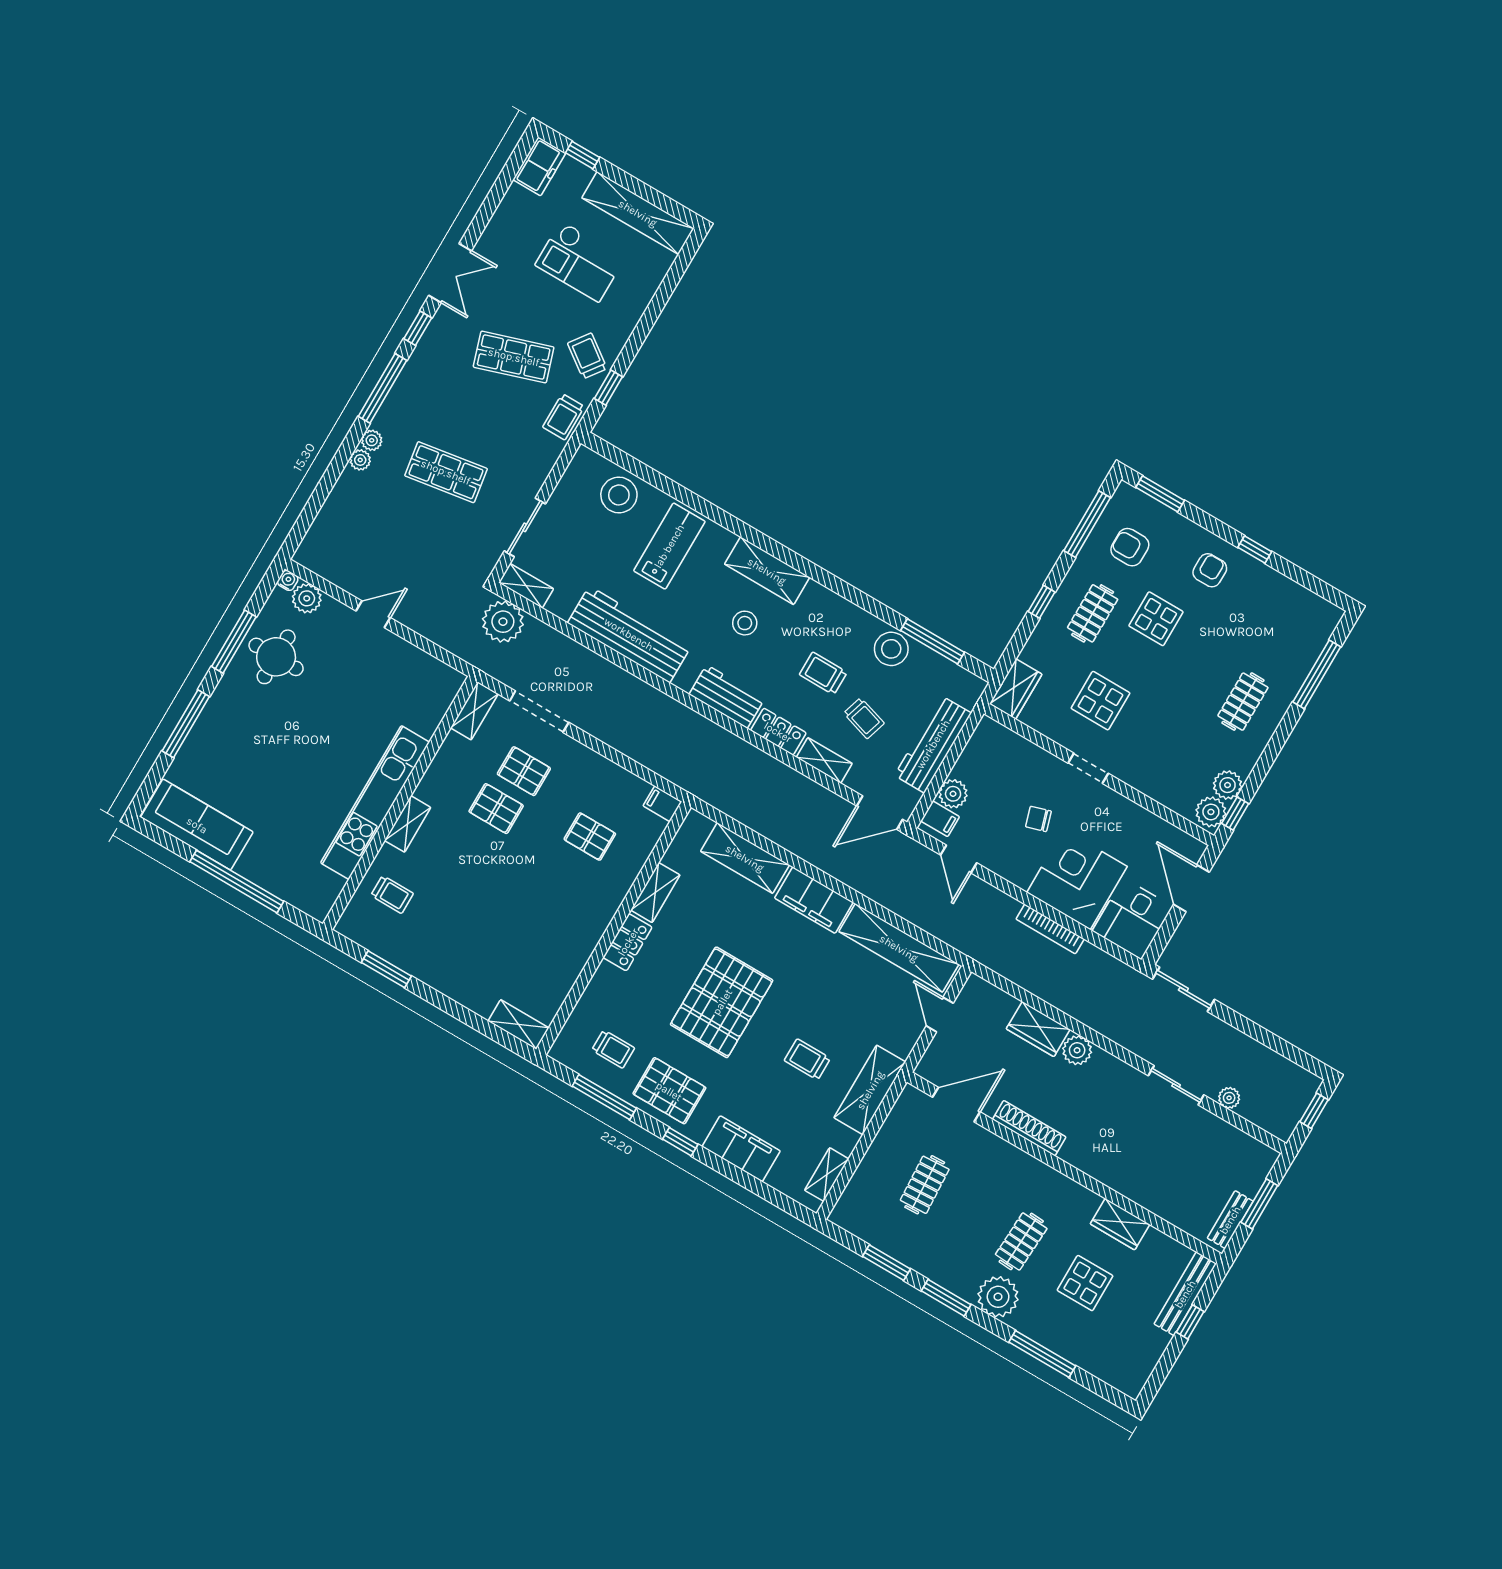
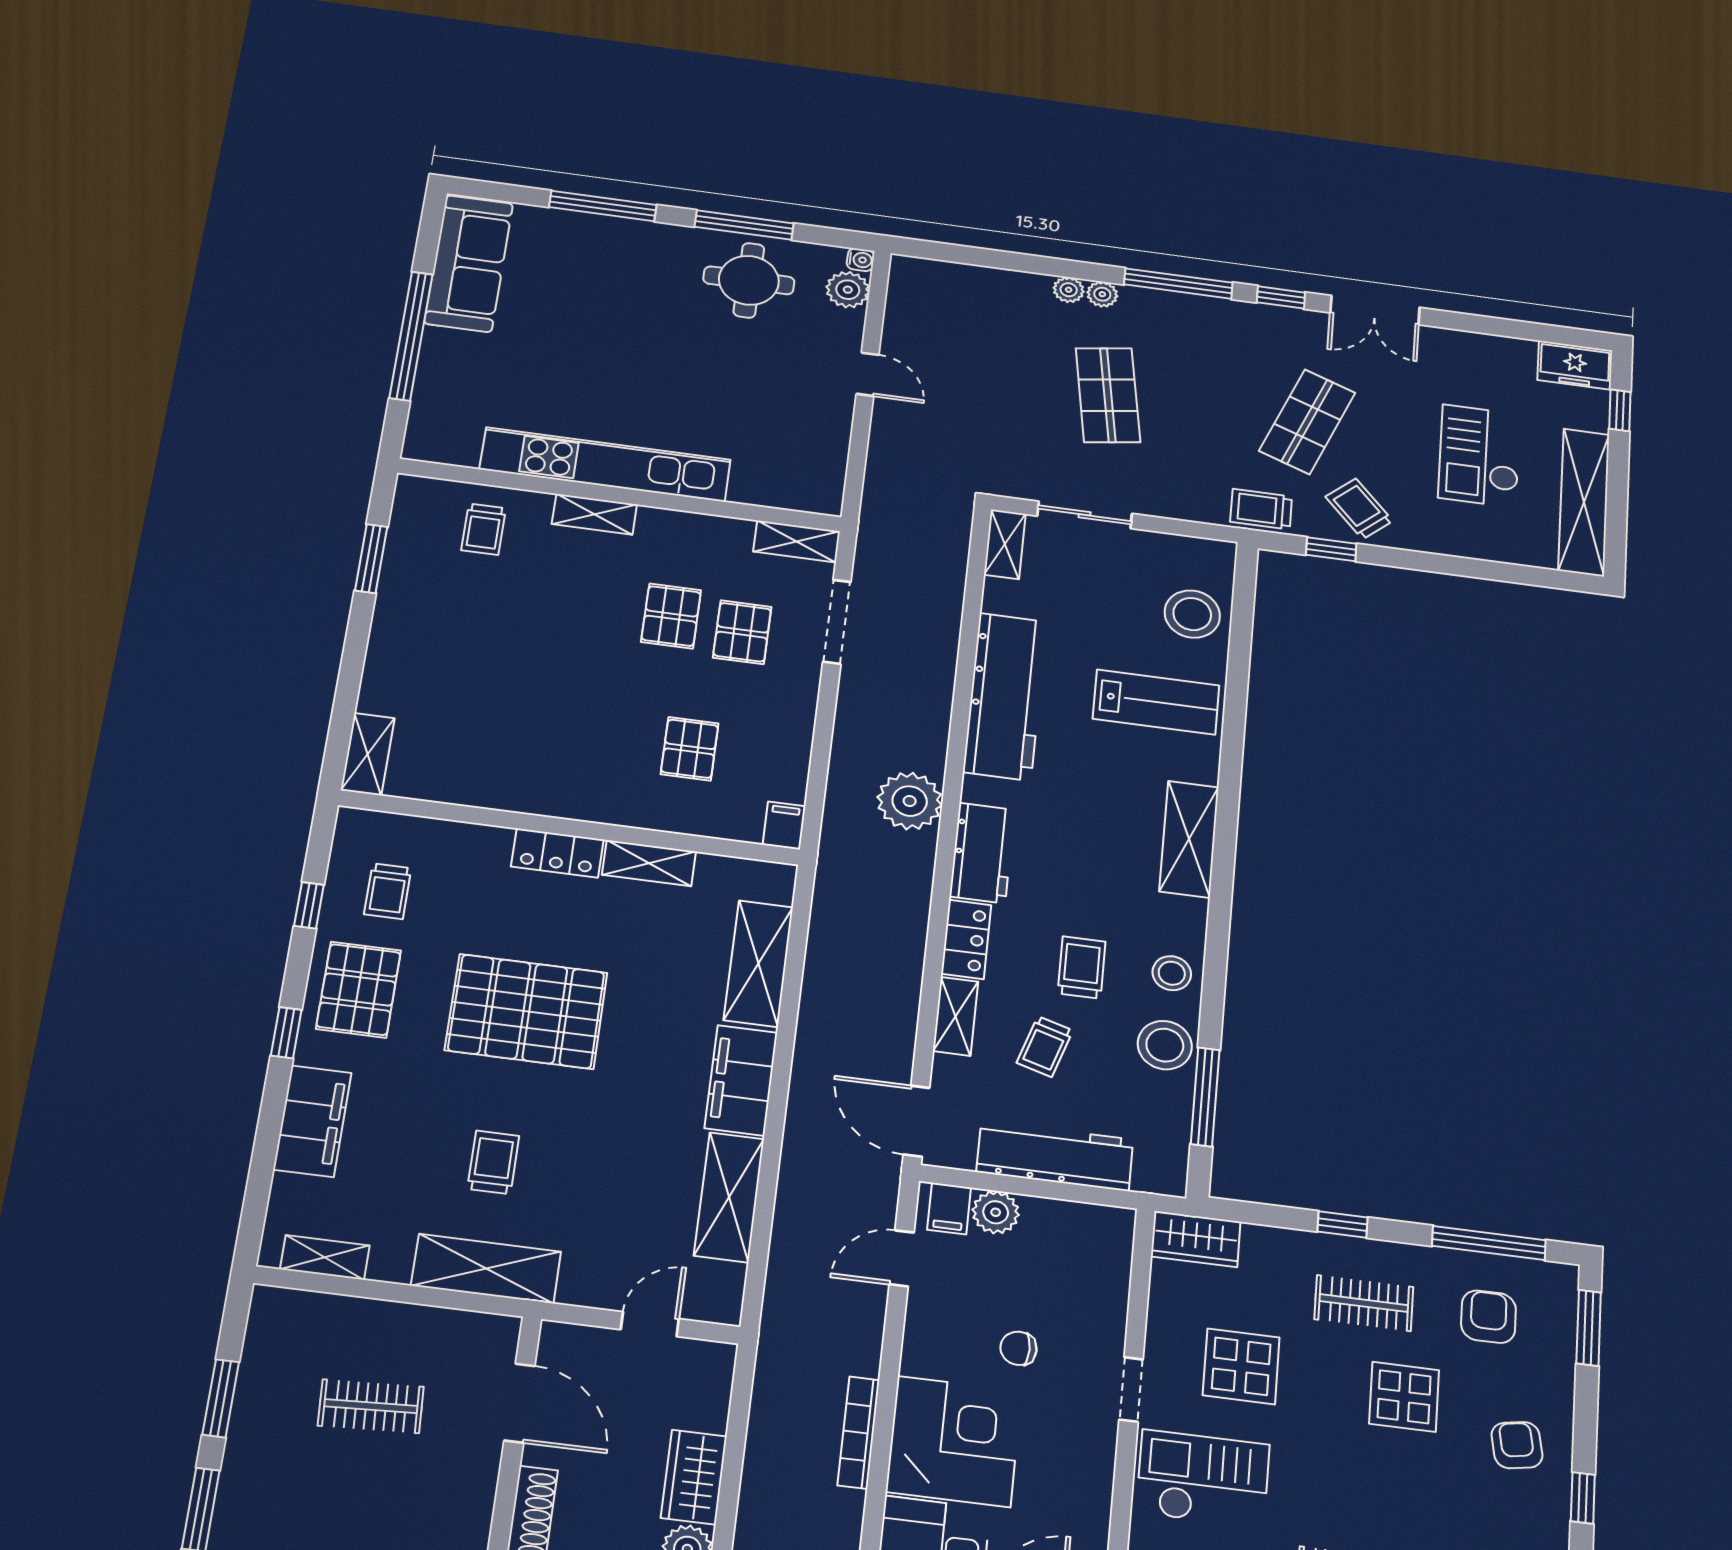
trolley: (587, 356) -> (1359, 509), turned -78
shop shelf: (514, 357) -> (1307, 422), turned 39
armchair: (1210, 570) -> (1517, 1445), turned -100
plant: (503, 622) -> (910, 801), moved
stool: (745, 623) -> (1172, 973), moved
checkout: (1156, 754) -> (1203, 1479), added
chair: (1038, 819) -> (1018, 1348), turned -73
shelving: (899, 948) -> (729, 1197), width x0.68
window: (604, 1097) -> (309, 905), width x0.46

